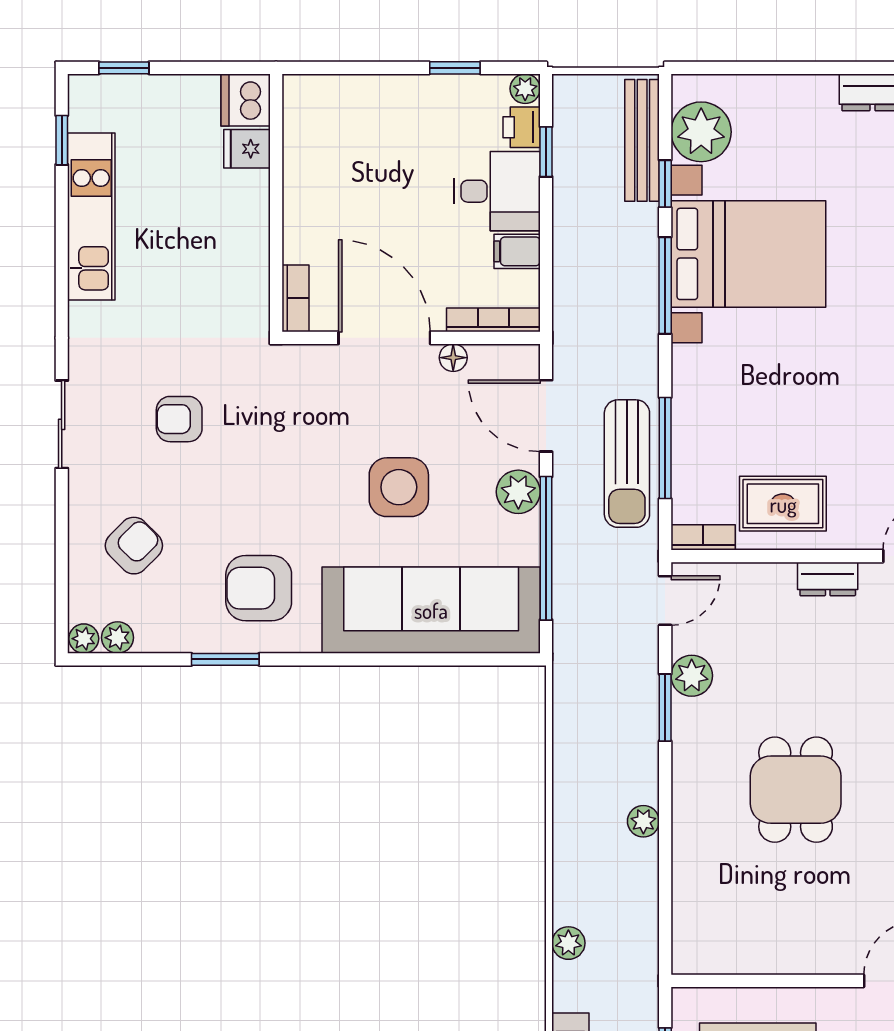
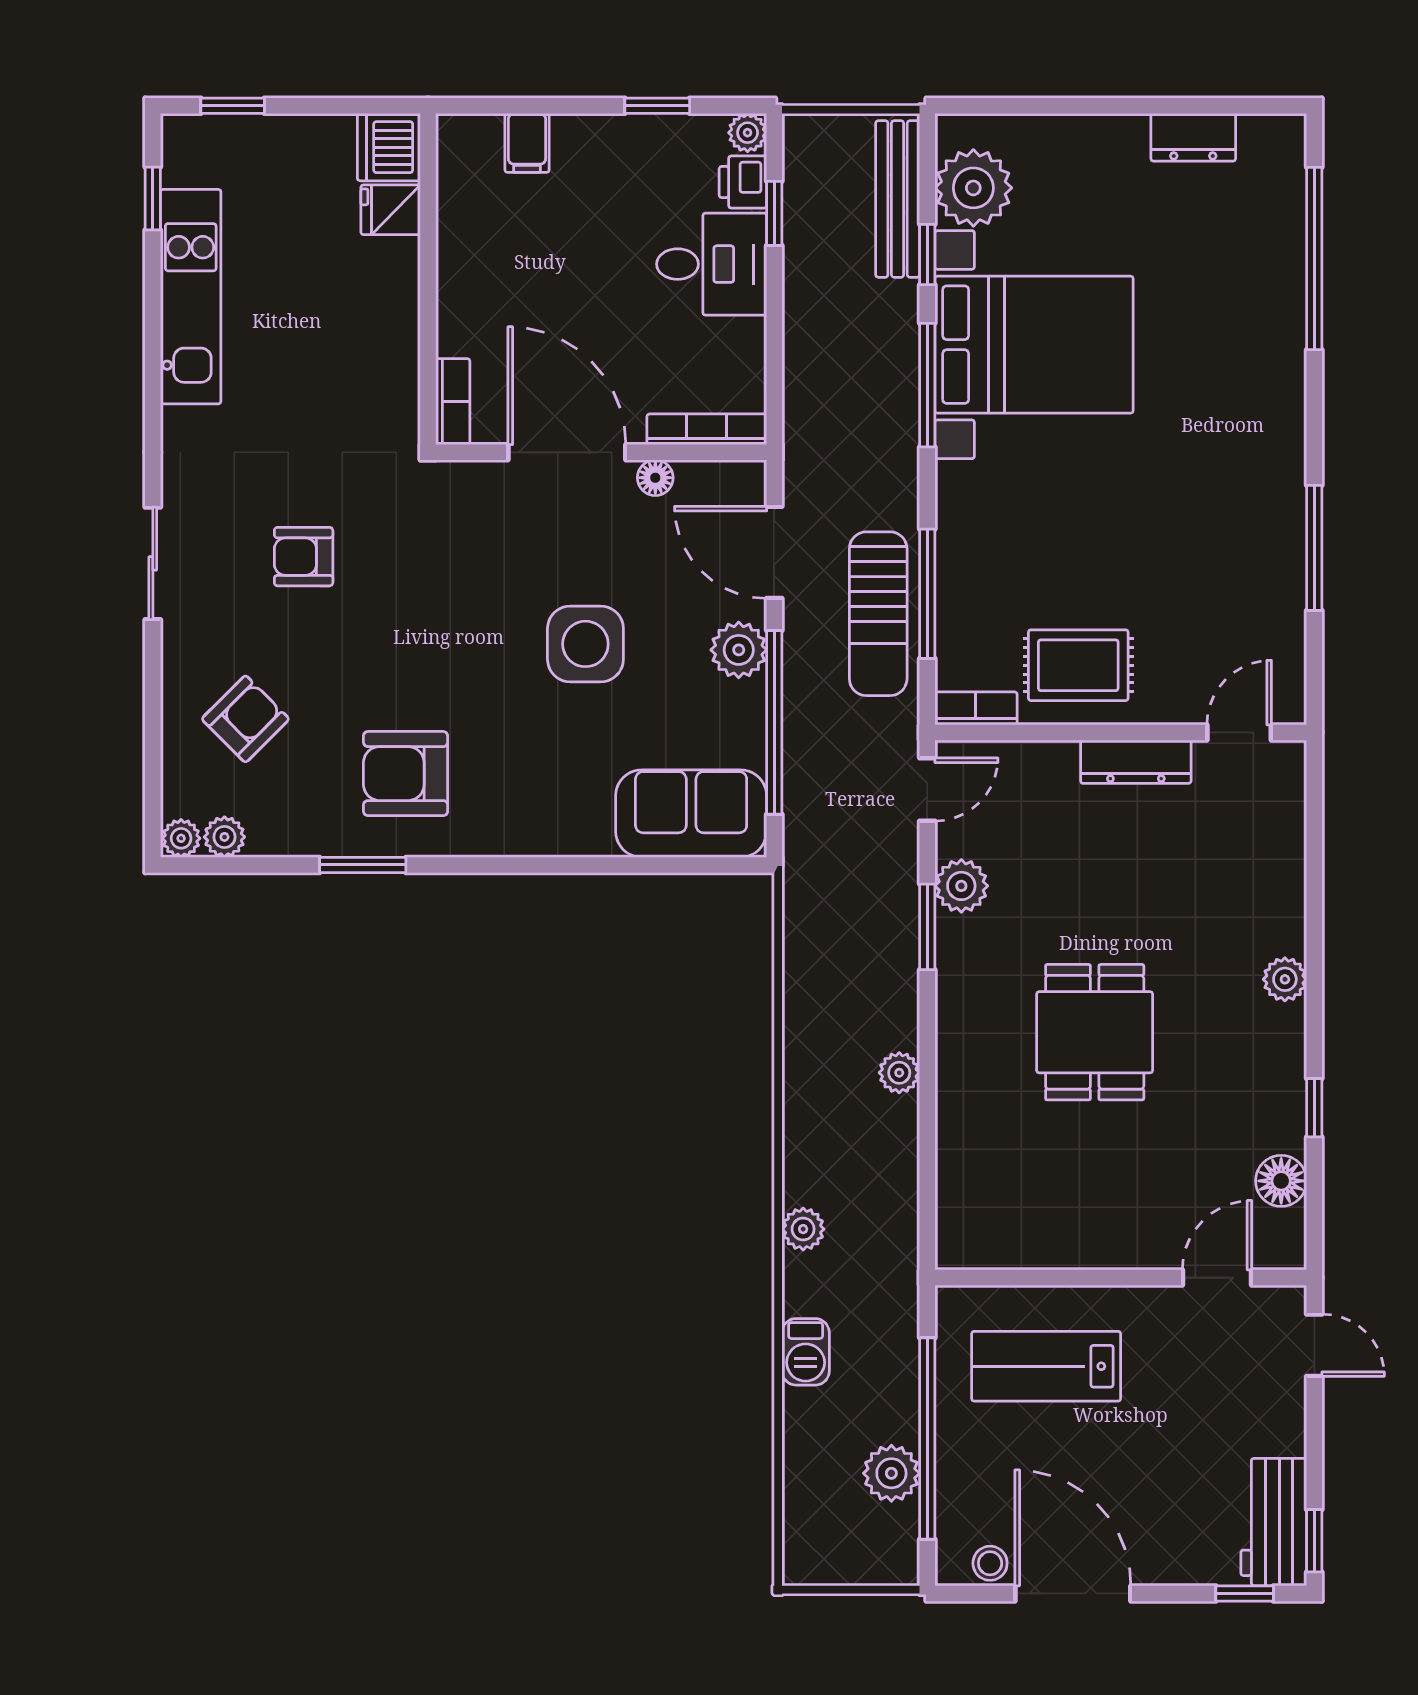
filing cabinet: (517, 251) -> (527, 143), moved, turned -90
dresser: (828, 579) -> (1136, 762), width x1.44
sofa: (431, 610) -> (691, 814), width x0.54, depth x0.79

